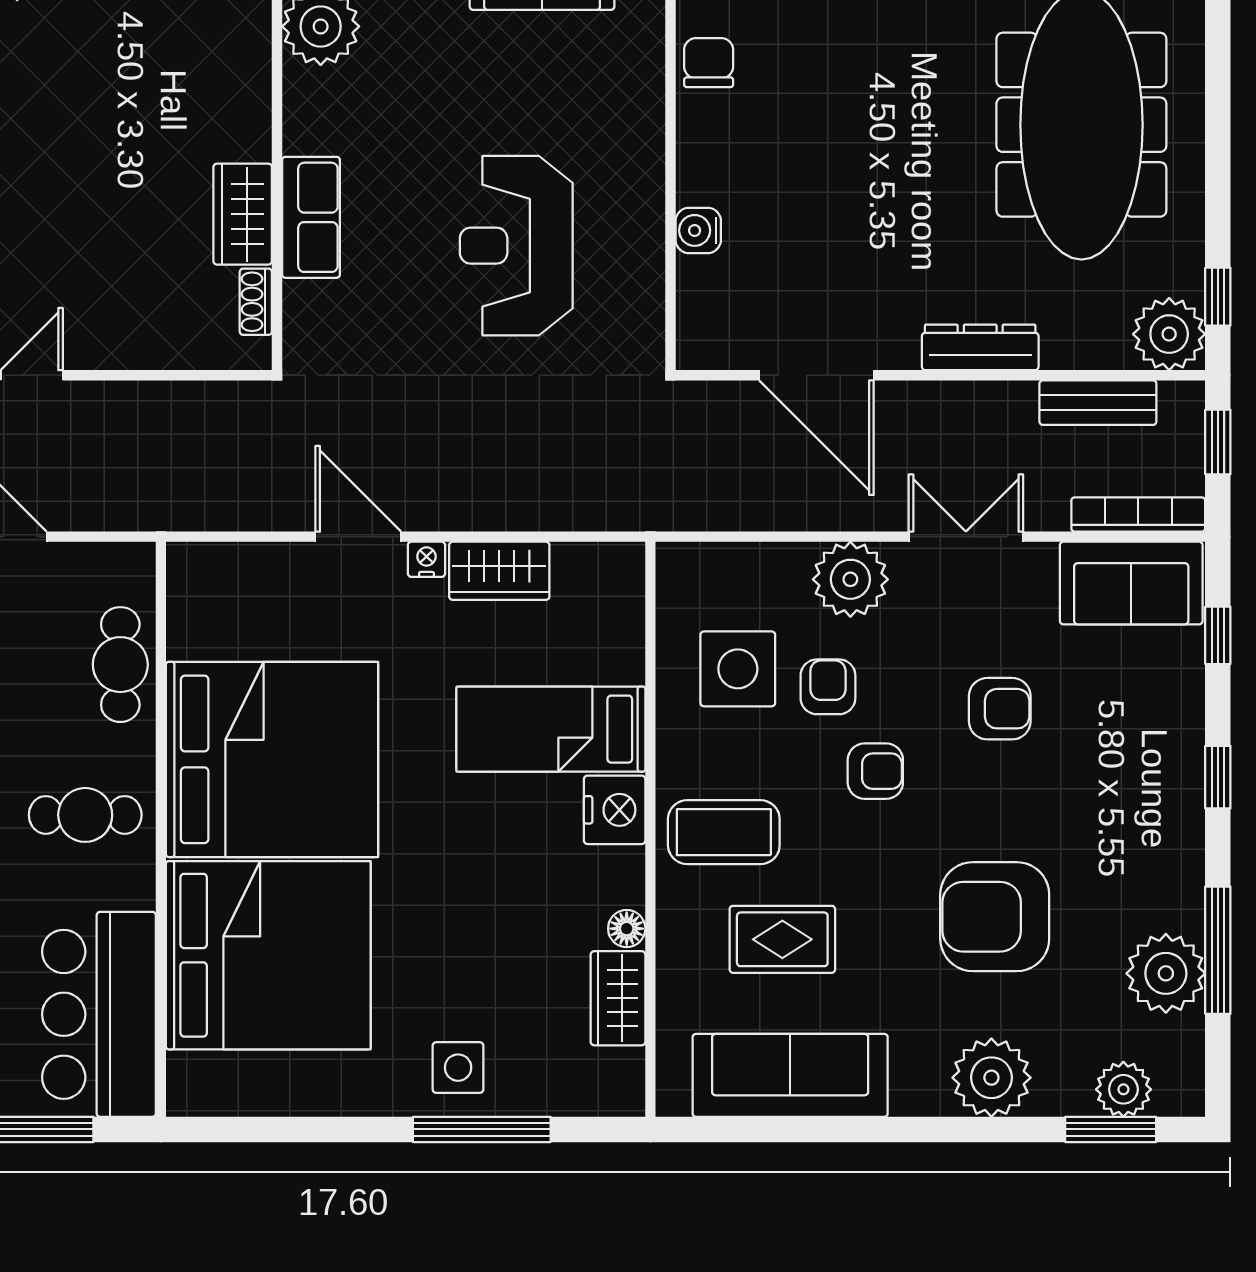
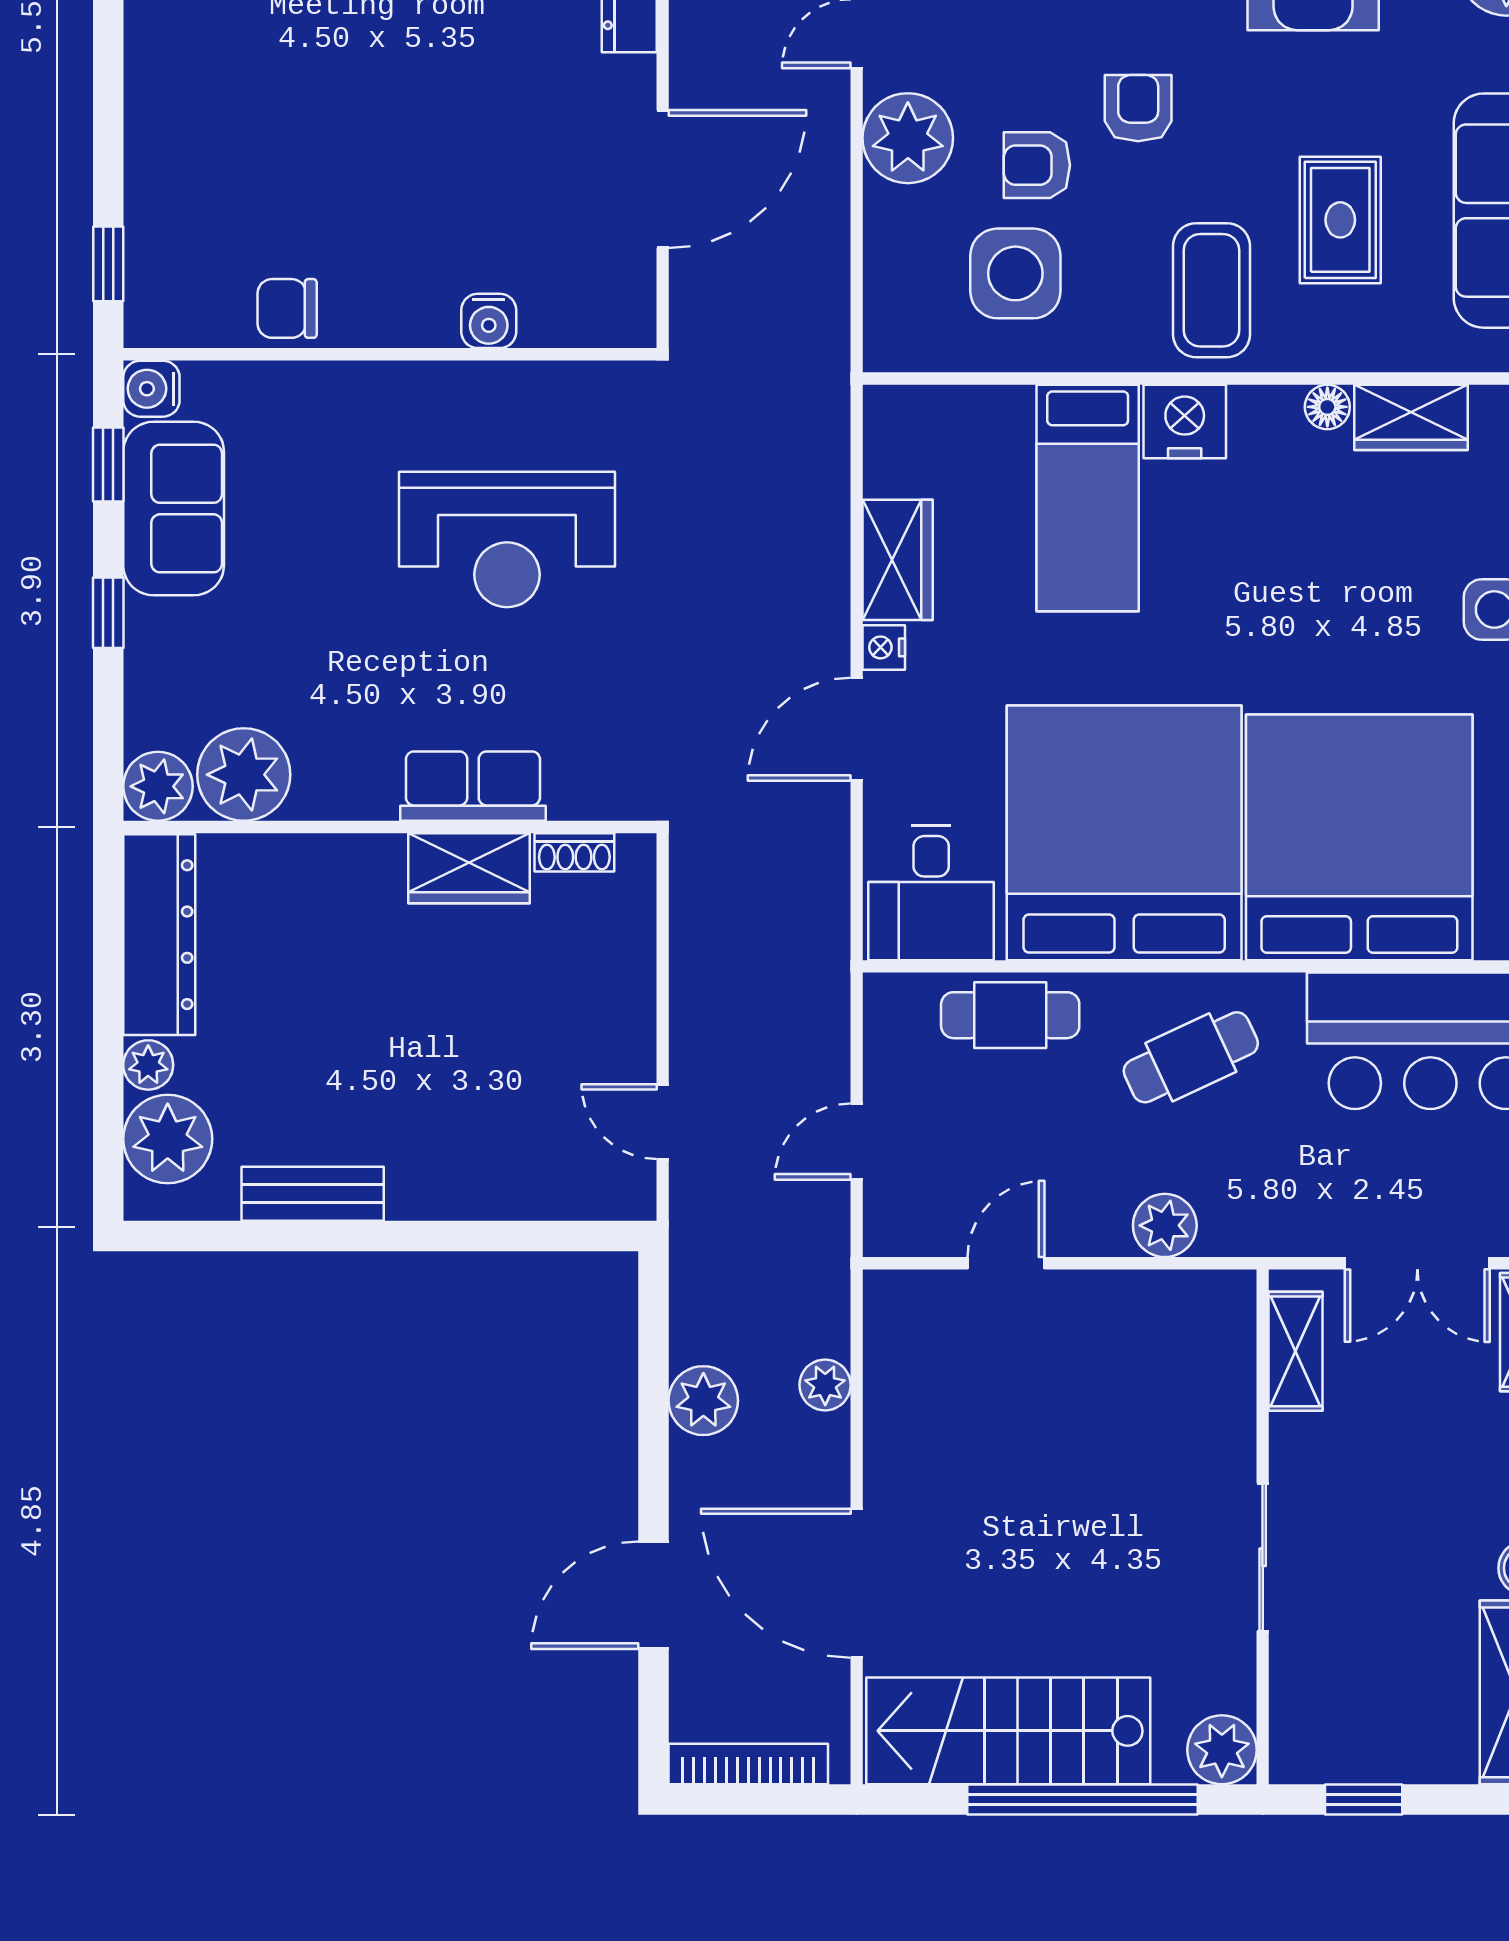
desk: (222, 599) -> (931, 893), added
cafe table: (85, 815) -> (1191, 1057), turned 65

